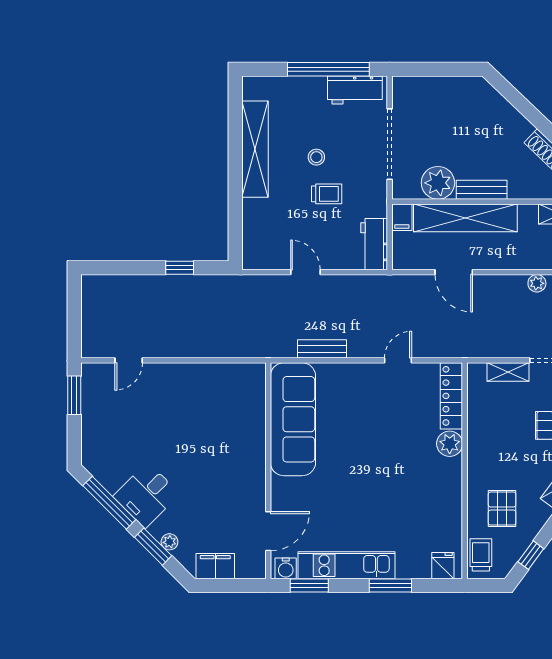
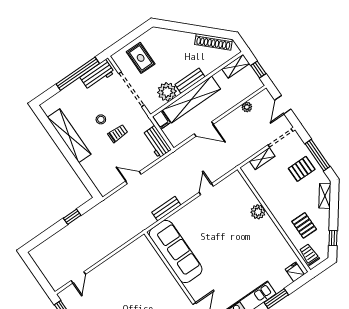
rug: (434, 109) -> (141, 58), added
locker: (451, 396) -> (243, 189), removed

